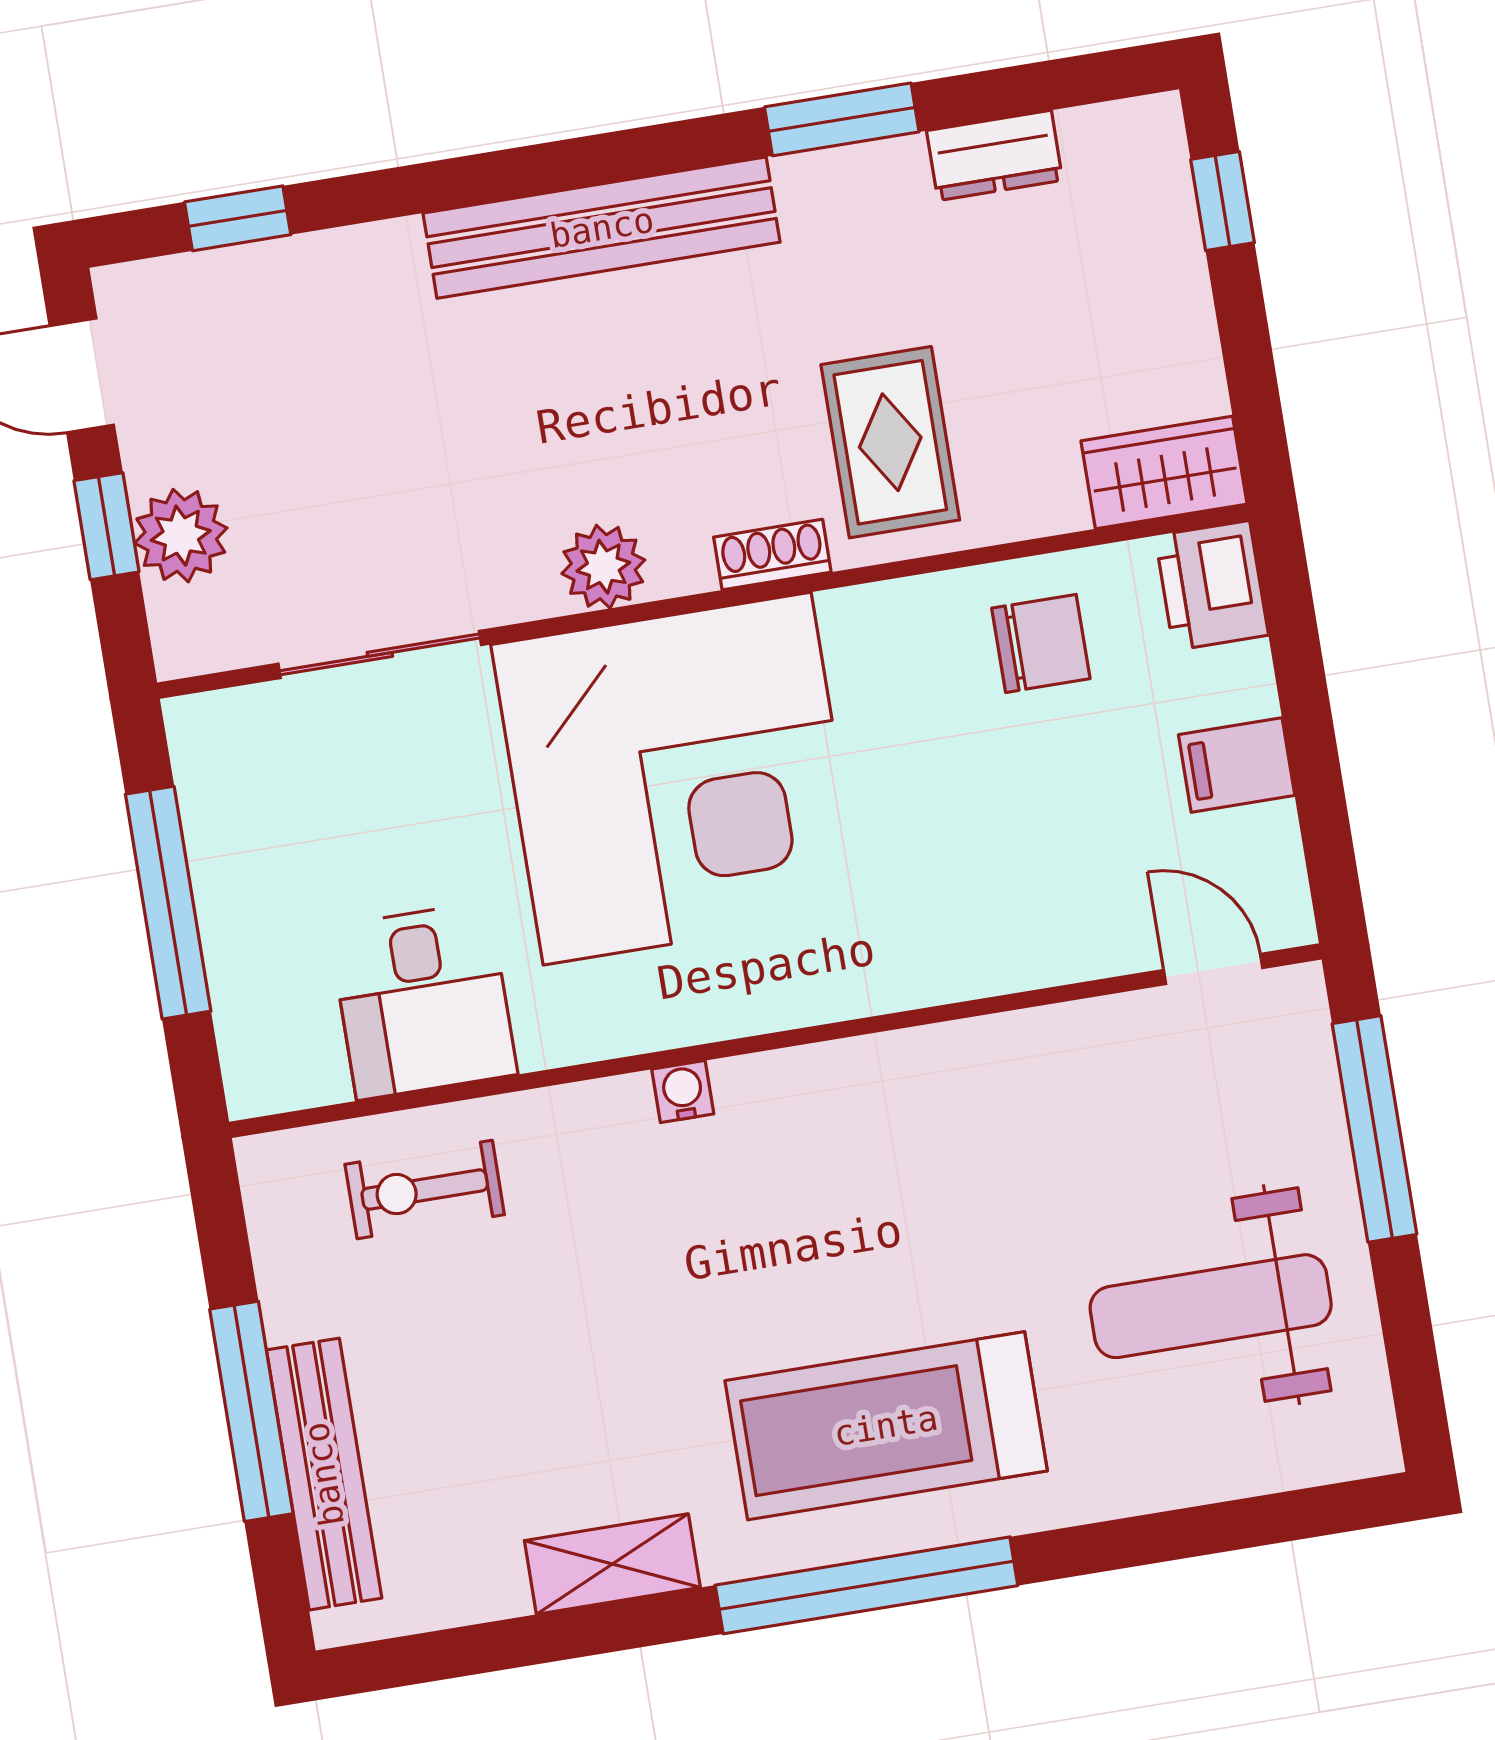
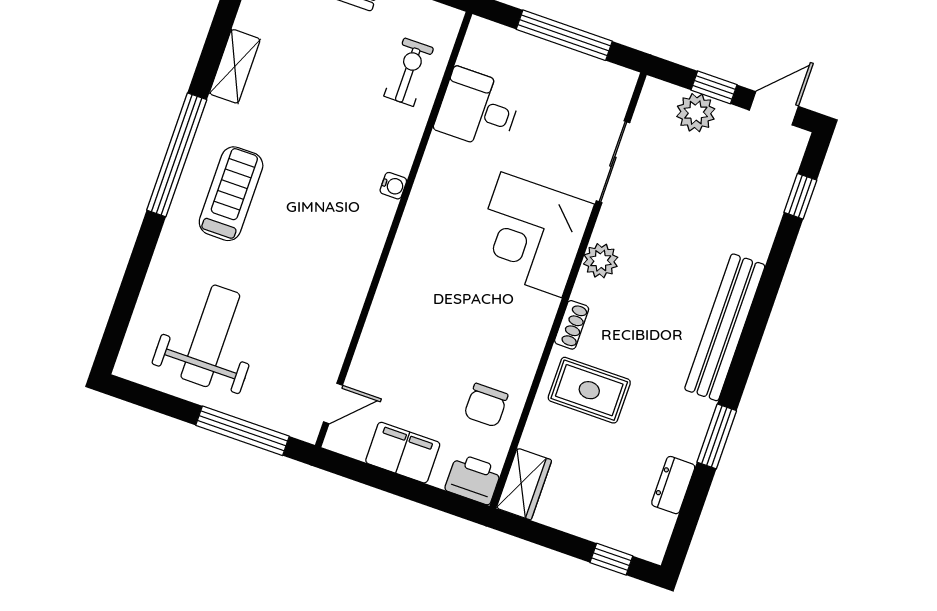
filing cabinet: (1237, 765) -> (403, 453), width x2.00
corner desk: (677, 779) -> (531, 235), width x0.74, depth x0.74
treadmill: (886, 1426) -> (231, 194), width x0.73, depth x0.73

